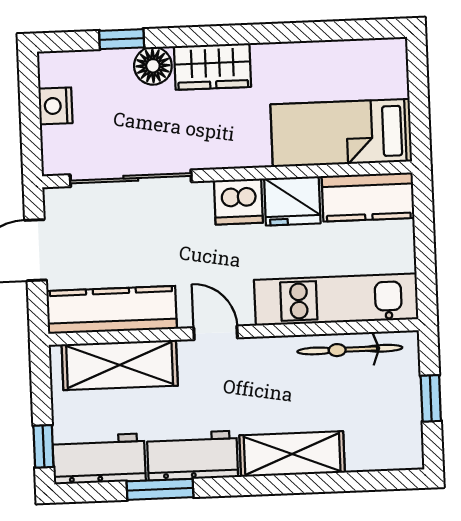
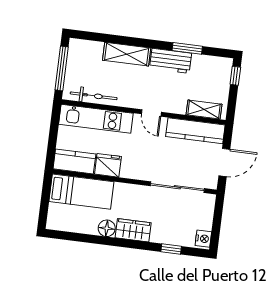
floor lamp: (153, 66) -> (107, 228), moved
nightstand: (55, 106) -> (203, 239), moved
dishwasher: (238, 202) -> (132, 169), removed
shelving: (120, 365) -> (204, 109), width x0.67, depth x0.75
window: (431, 398) -> (62, 68), width x2.17
workbench: (99, 459) -> (212, 66), removed

